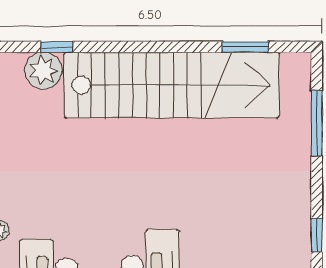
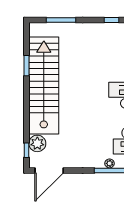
window: (57, 47) -> (27, 150), moved
window: (245, 47) -> (27, 66), moved

